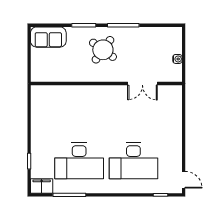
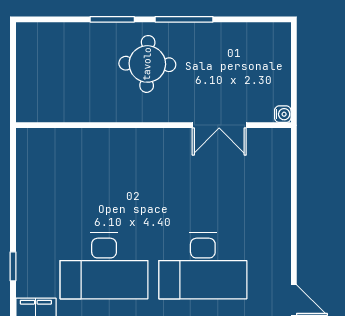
sofa: (48, 37) -> (48, 41), removed
round table: (103, 50) -> (147, 64), turned -34
water cooler: (177, 59) -> (283, 114), moved

